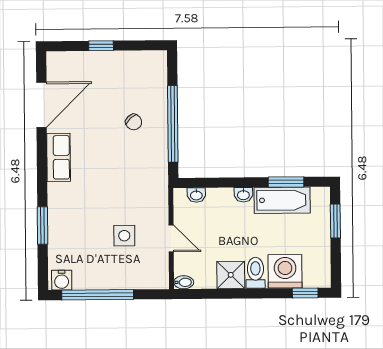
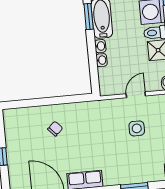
window: (173, 124) -> (54, 101), removed
washbasin: (196, 195) -> (102, 60), moved

